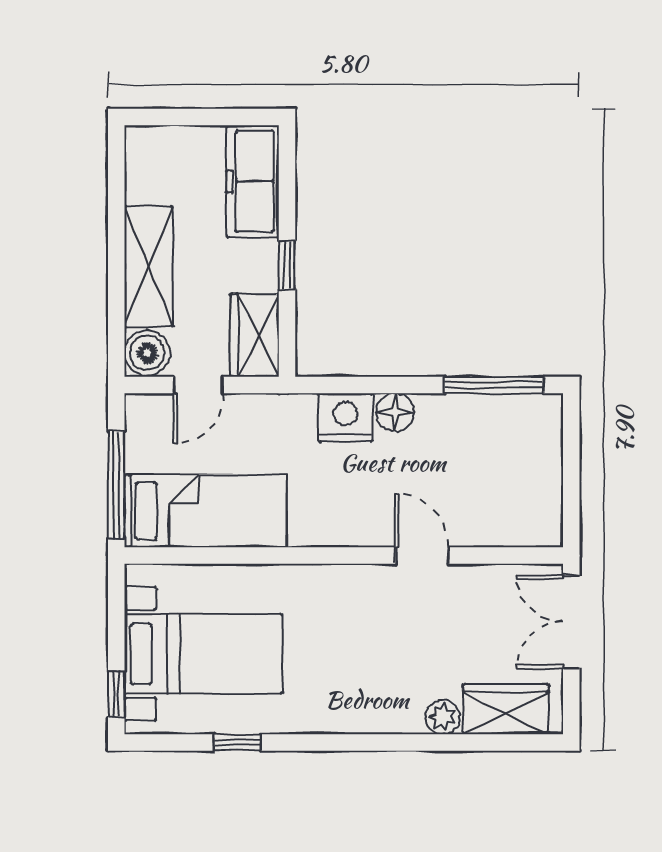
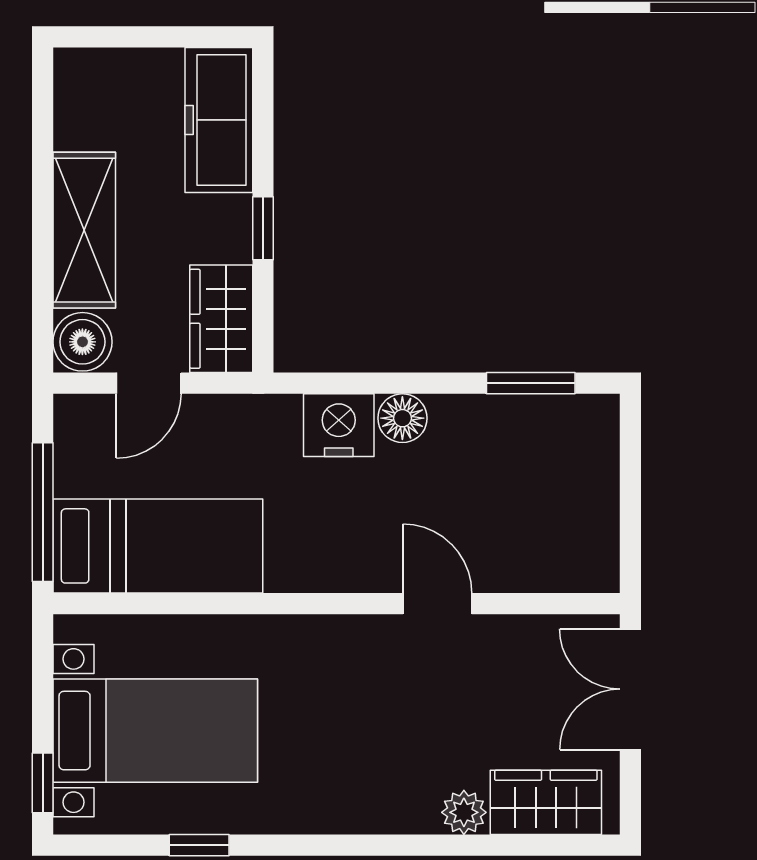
window: (494, 385) -> (531, 383), width x0.69

